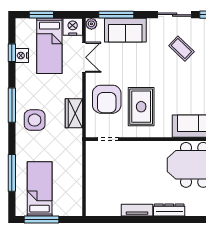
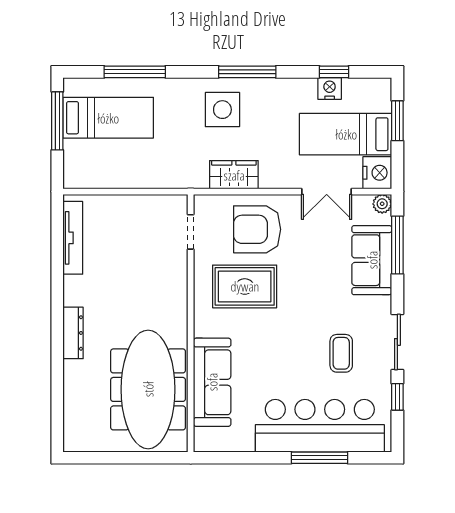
coffee table: (181, 49) -> (341, 353), turned -44
tv unit: (137, 210) -> (73, 238), moved, width x1.41

